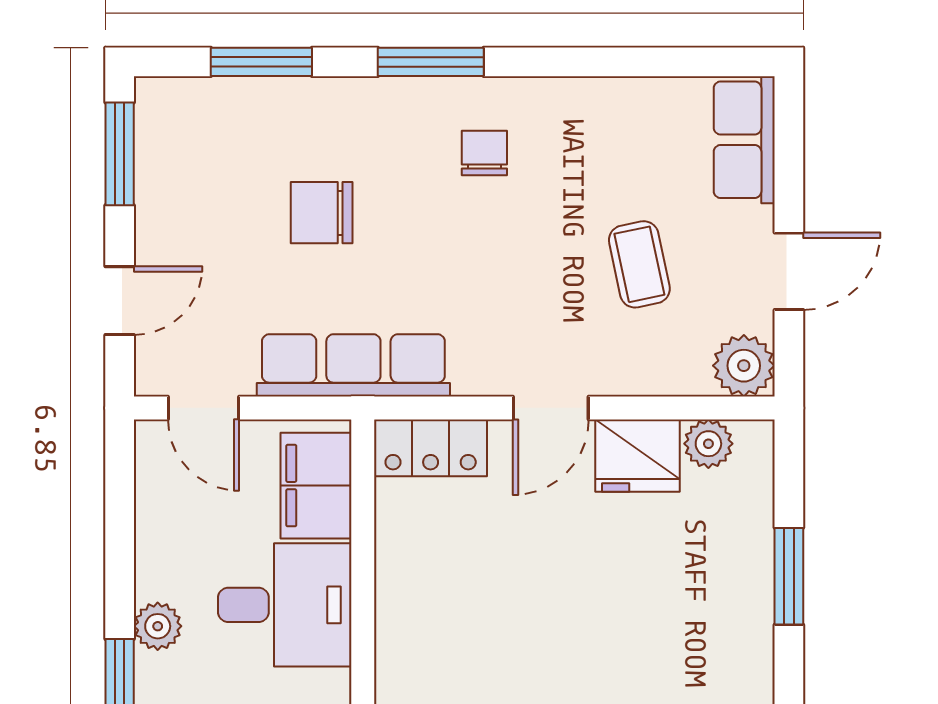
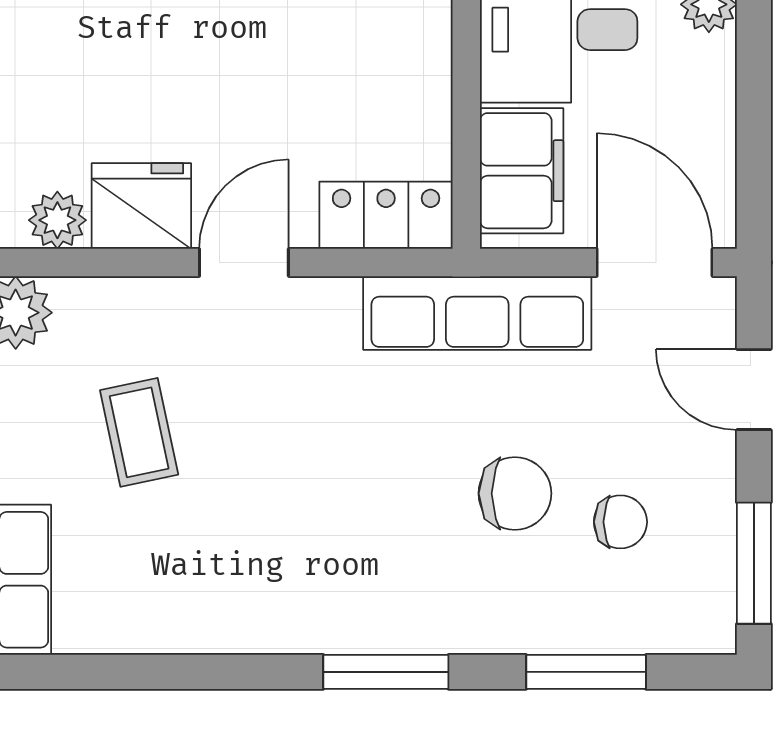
chair: (484, 153) -> (620, 522), moved, turned -90
door: (120, 301) -> (754, 390), hinge flipped
door: (204, 408) -> (655, 262), width x1.37

